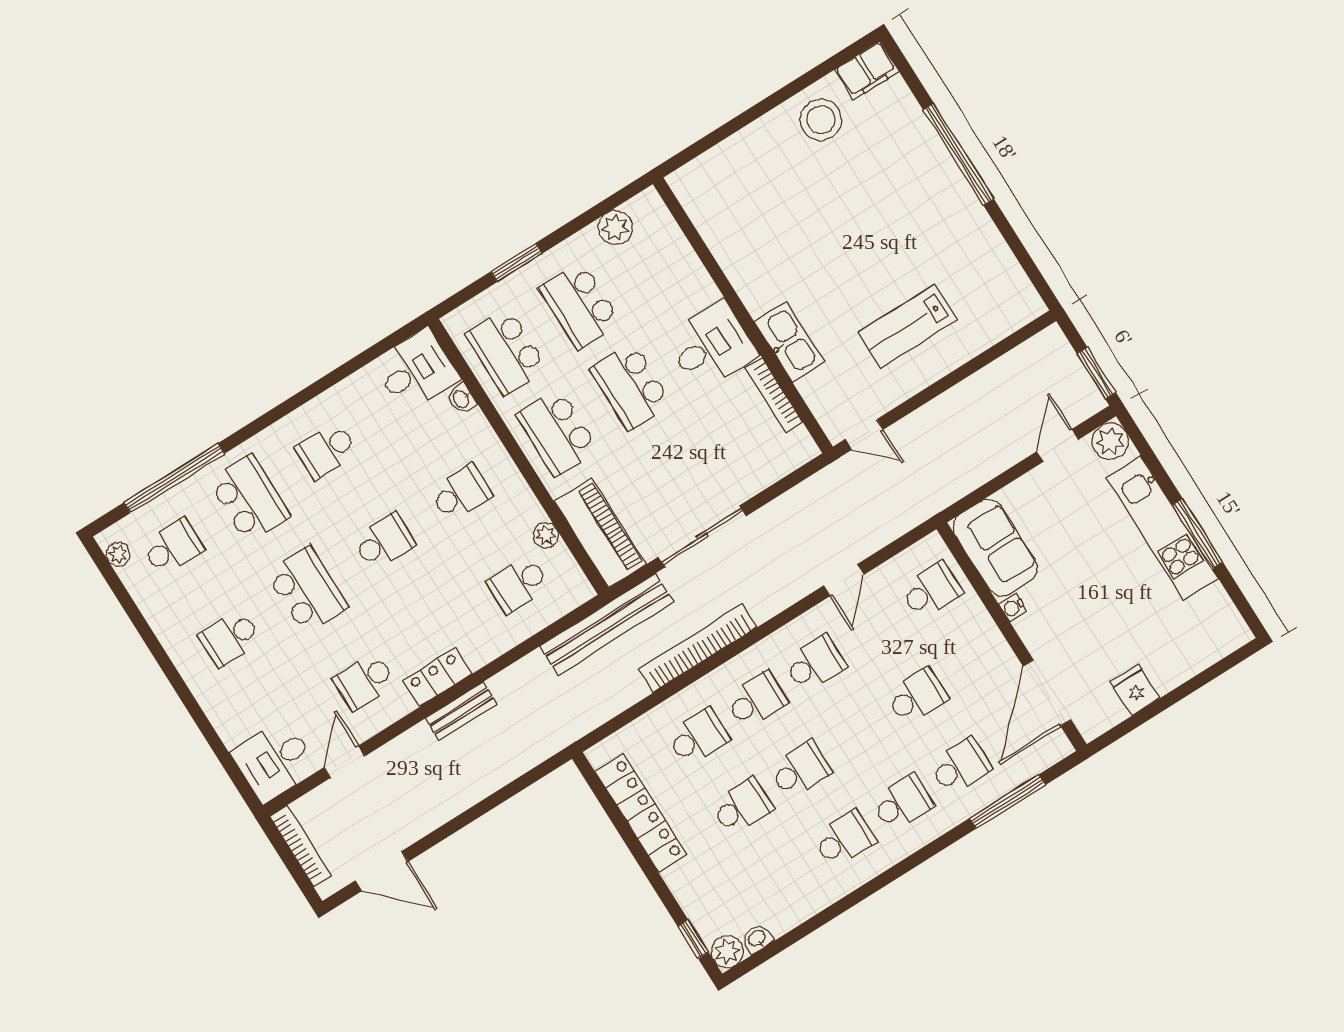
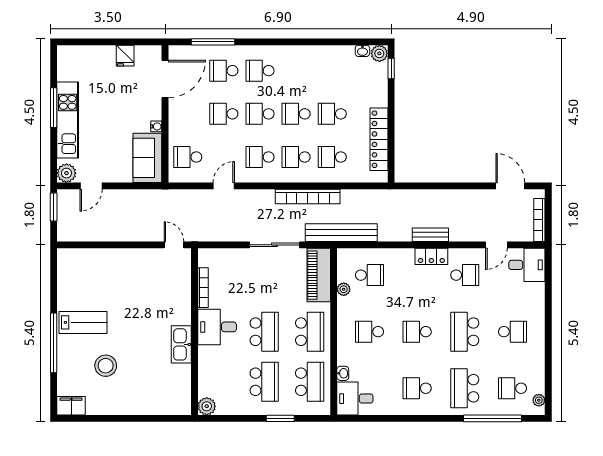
stool: (821, 120) -> (106, 366), moved
plant: (615, 228) -> (207, 406), moved
lab bench: (907, 326) -> (83, 322), moved
kitchen sink: (789, 342) -> (181, 344), moved
school desk: (326, 450) -> (417, 388), turned 180
school desk: (844, 839) -> (260, 114), moved

